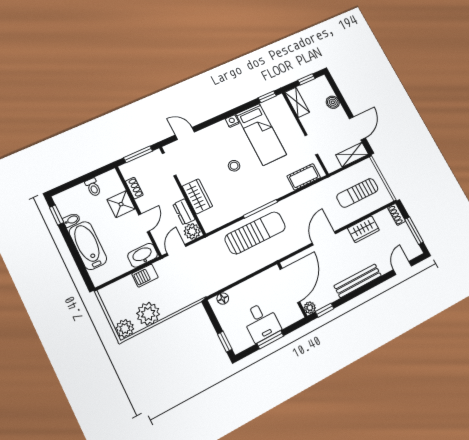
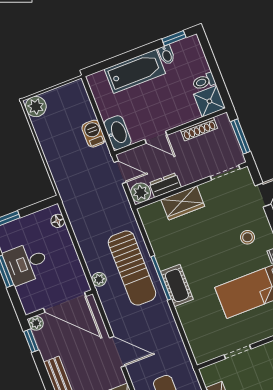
stool: (234, 166) -> (247, 237), moved
cot: (304, 177) -> (177, 285), moved
shoe rack: (134, 188) -> (199, 129), width x1.43
shower: (121, 204) -> (209, 101), moved
plant: (148, 314) -> (99, 279), moved, width x0.53, depth x0.53

